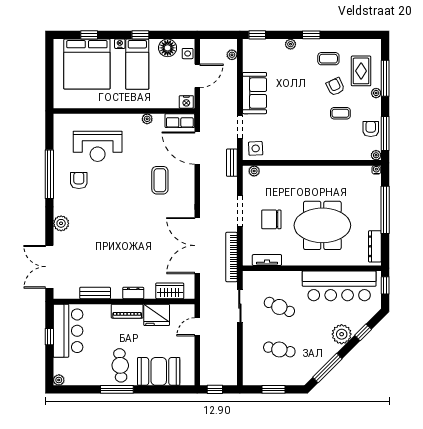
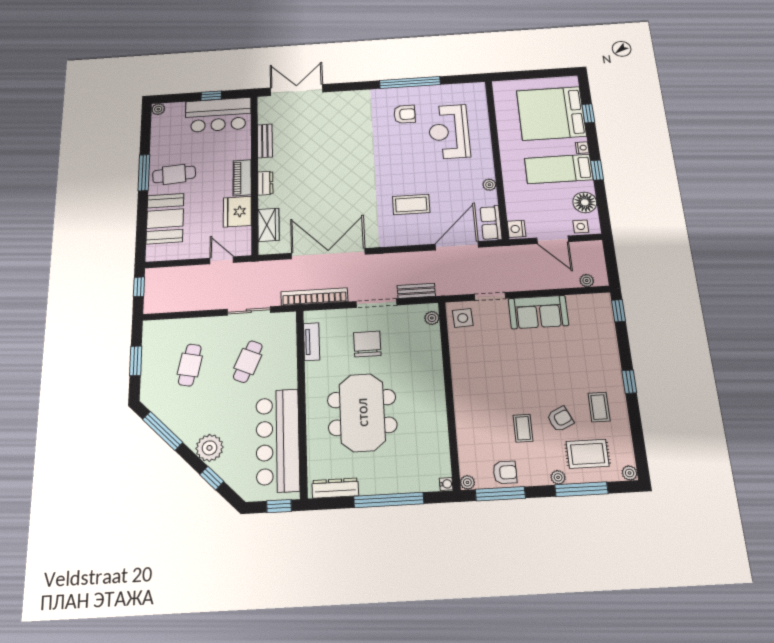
plant: (291, 44) -> (630, 473), moved
bench: (232, 163) -> (416, 291), moved
plant: (61, 223) -> (350, 99), removed

